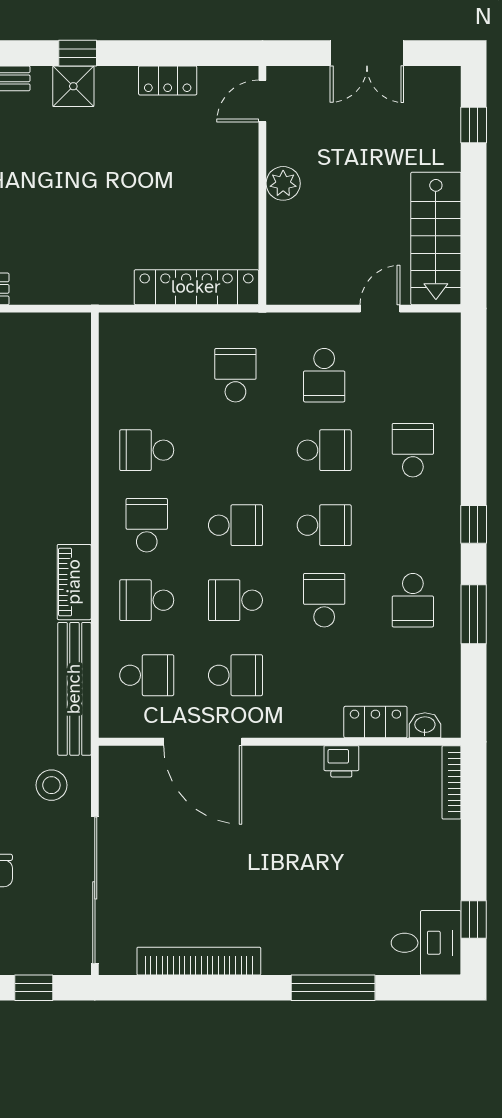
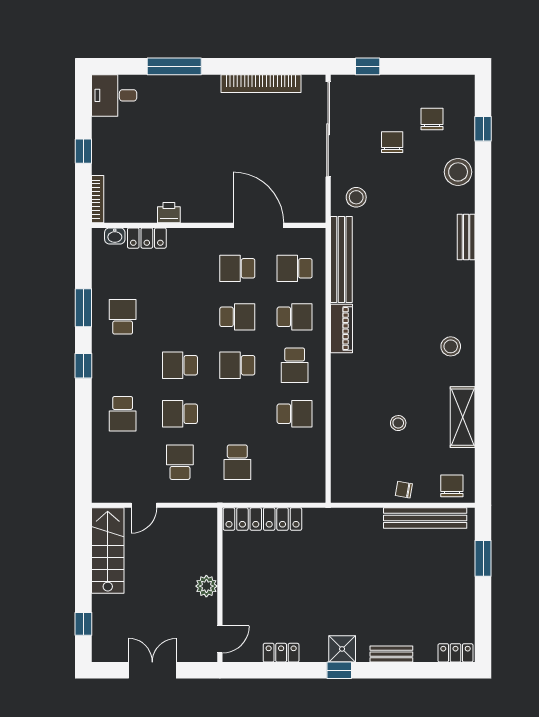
school desk: (324, 600) -> (180, 317), removed
window: (474, 919) -> (83, 151), moved

